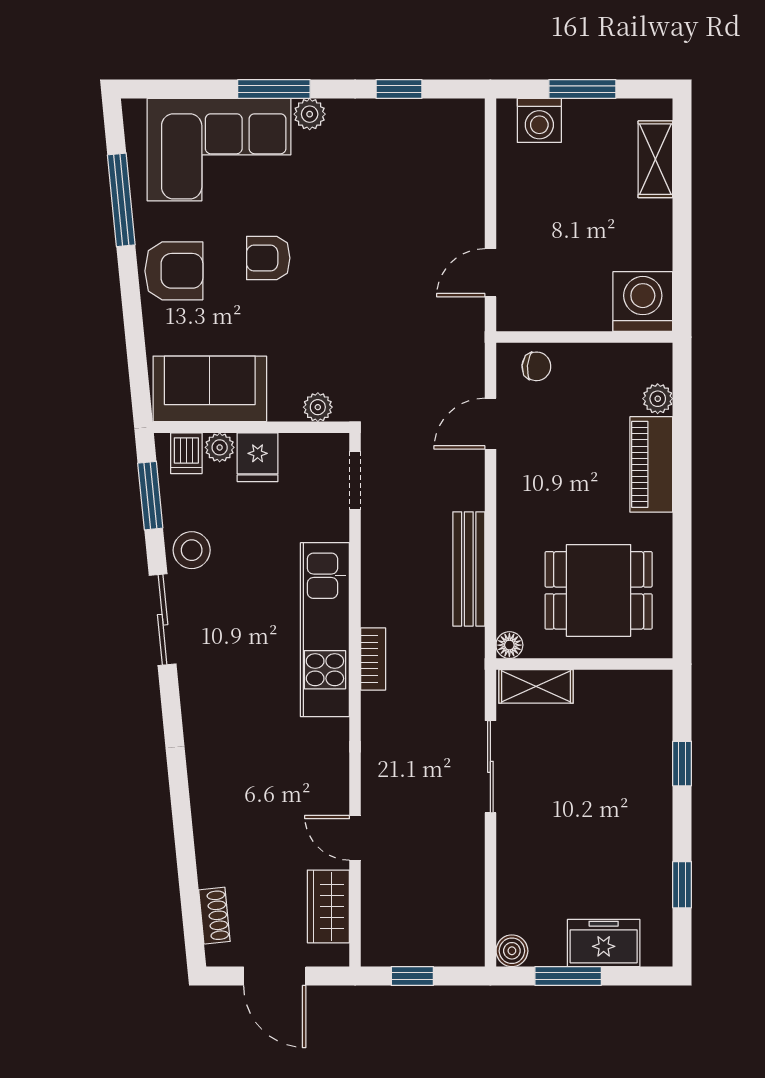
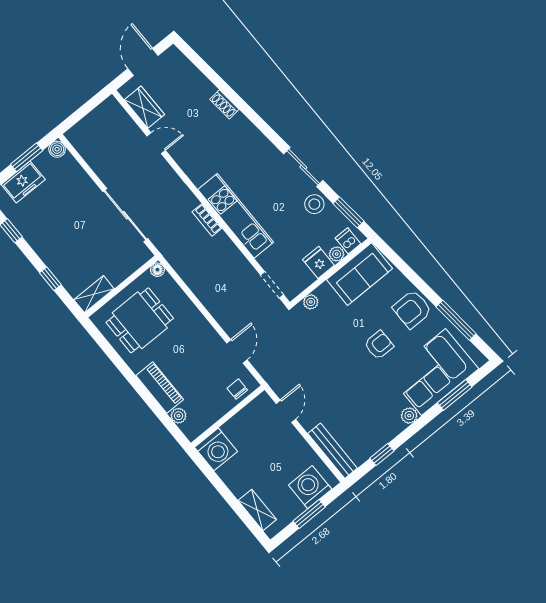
window: (274, 89) -> (455, 395), moved
washing machine: (539, 120) -> (310, 487), width x1.37, depth x1.37
chair: (536, 366) -> (237, 389), turned 85
bench: (469, 569) -> (333, 451), moved
shelving: (536, 686) -> (94, 294), moved
sliding door: (490, 767) -> (125, 215), width x1.37
shoe rack: (214, 916) -> (224, 104), moved
door: (275, 976) -> (143, 62), hinge flipped
window: (412, 976) -> (88, 107), removed

